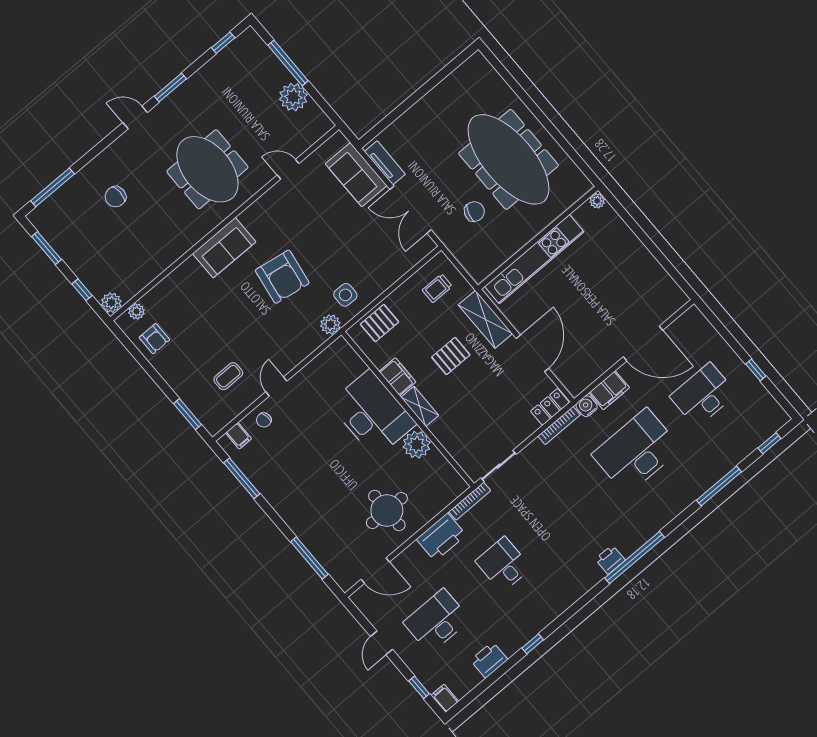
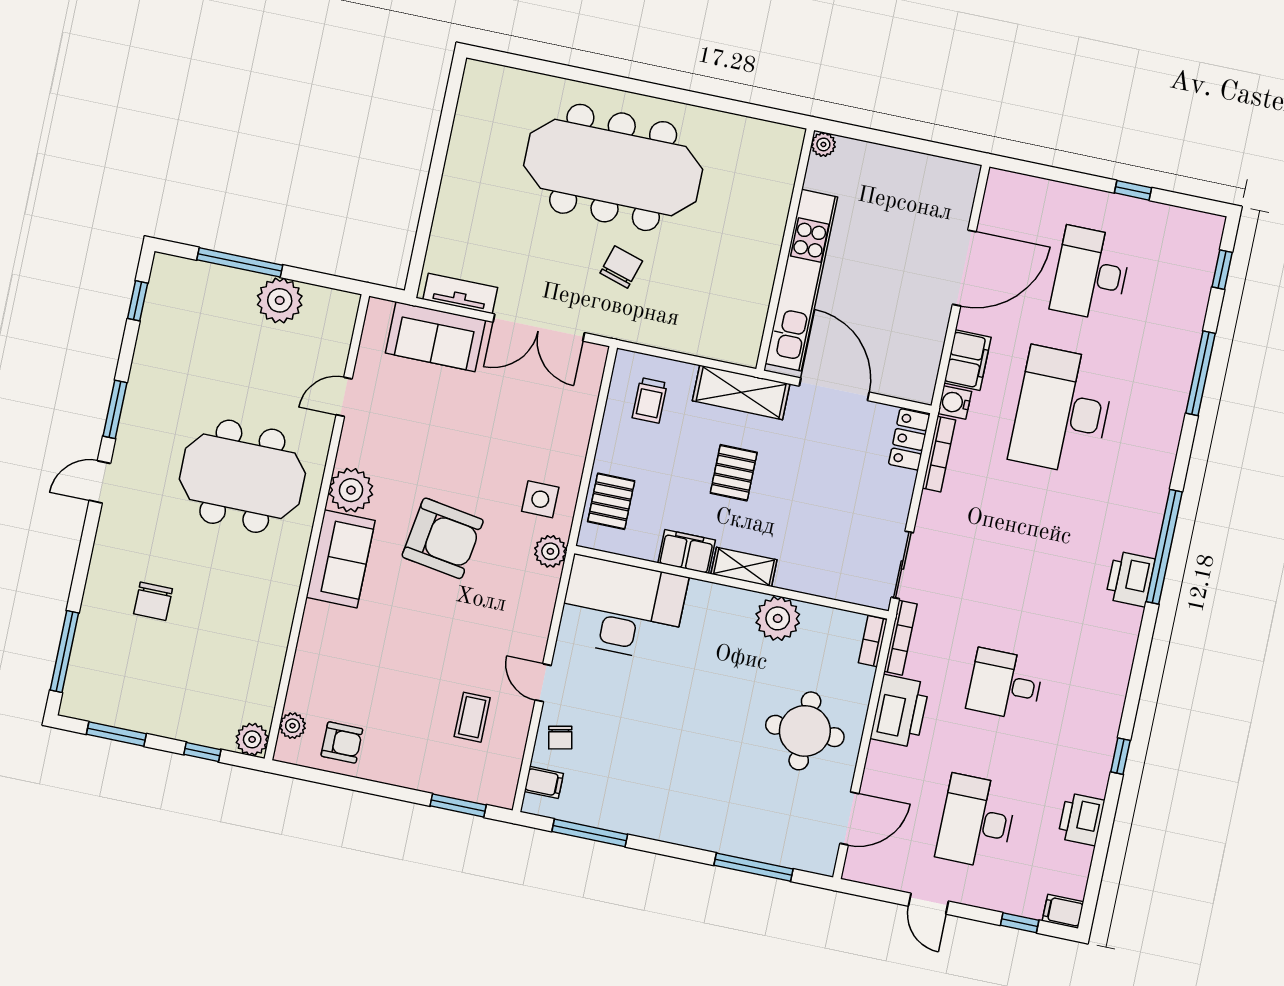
plant: (597, 201) -> (823, 144), moved
plant: (256, 218) -> (351, 490), added
wall: (538, 238) -> (785, 250), moved
kitchen unit: (534, 259) -> (801, 280), moved
desk: (373, 414) -> (623, 608), moved
bookcase: (455, 492) -> (873, 641), added
printer: (610, 560) -> (1130, 579), width x1.36, depth x1.24

